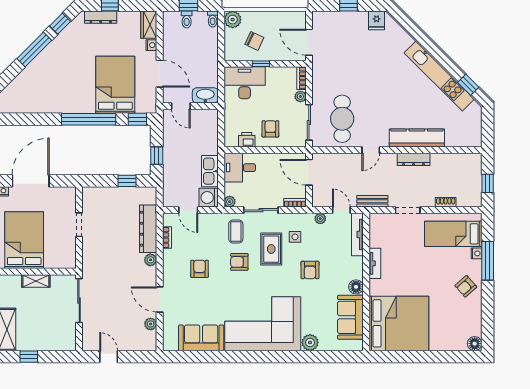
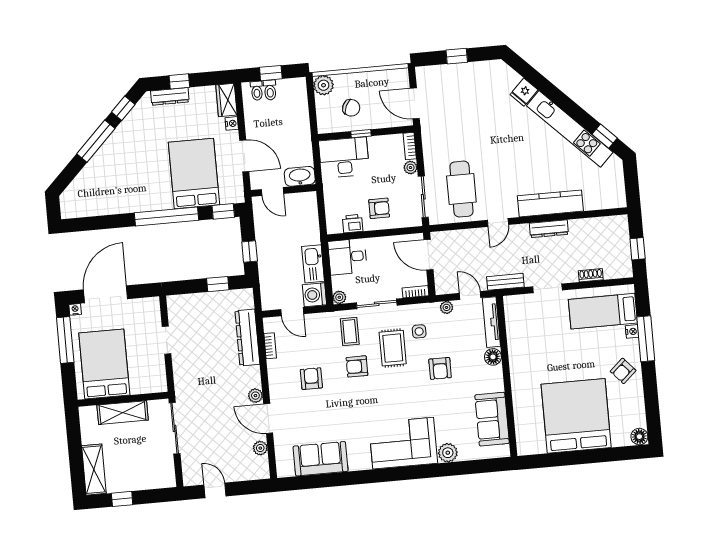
toilet: (213, 19) -> (257, 91), moved
fridge: (377, 20) -> (524, 92), moved, turned 45
armchair: (270, 129) -> (379, 208), turned 90
plant: (150, 260) -> (255, 396), moved
tv unit: (375, 263) -> (515, 354), removed
shelving: (36, 281) -> (123, 413), width x1.50, depth x1.33
floor lamp: (356, 287) -> (493, 357), moved
bed: (399, 323) -> (576, 416), moved, turned -90
corner sofa: (263, 324) -> (403, 443), width x0.73, depth x0.74

